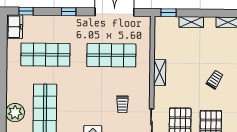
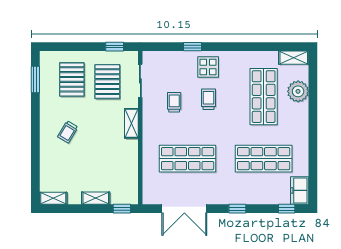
shelving: (160, 72) -> (131, 123), moved
trolley: (93, 107) -> (209, 99), added

